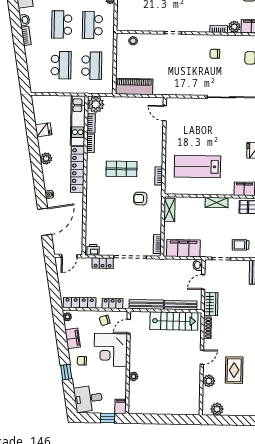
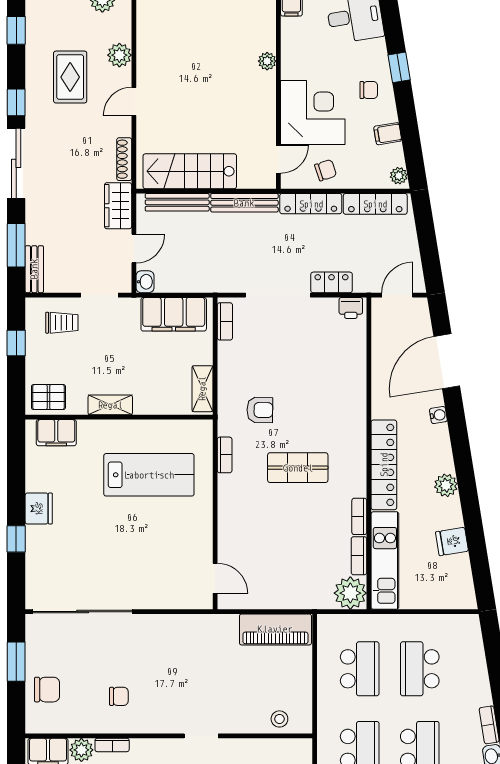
school desk: (92, 66) -> (360, 669), turned 180
locker: (113, 303) -> (311, 204), width x1.53
filing cabinet: (73, 338) -> (388, 134), width x0.50

